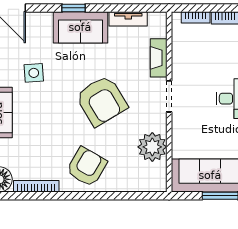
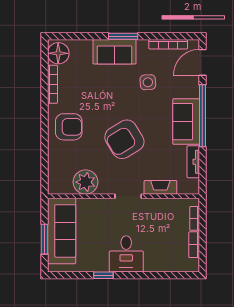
window: (74, 8) -> (202, 116), width x3.17
armchair: (87, 167) -> (69, 127), turned -30

